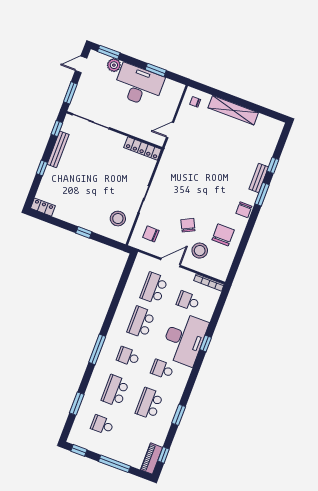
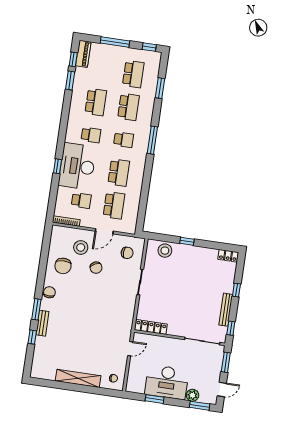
stool: (118, 219) -> (165, 251), moved
window: (179, 415) -> (70, 81), moved
school desk: (102, 425) -> (133, 74), width x1.85

